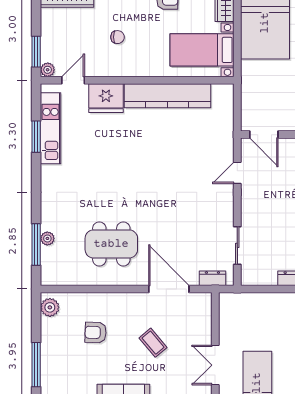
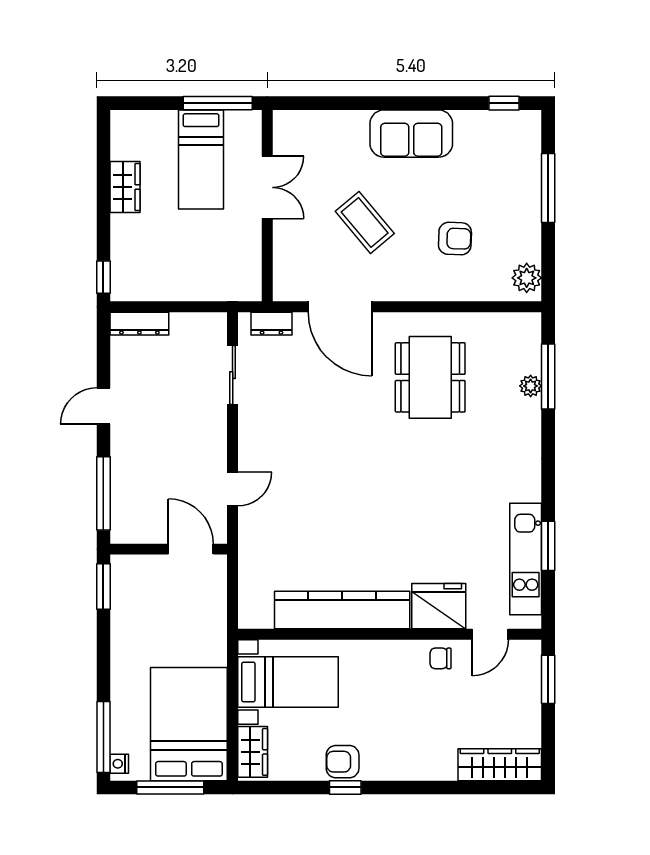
chair: (118, 37) -> (441, 658), moved
plant: (48, 70) -> (530, 651), removed
dining table: (111, 244) -> (430, 377), turned 90
coffee table: (153, 343) -> (365, 222), width x1.36, depth x1.30

